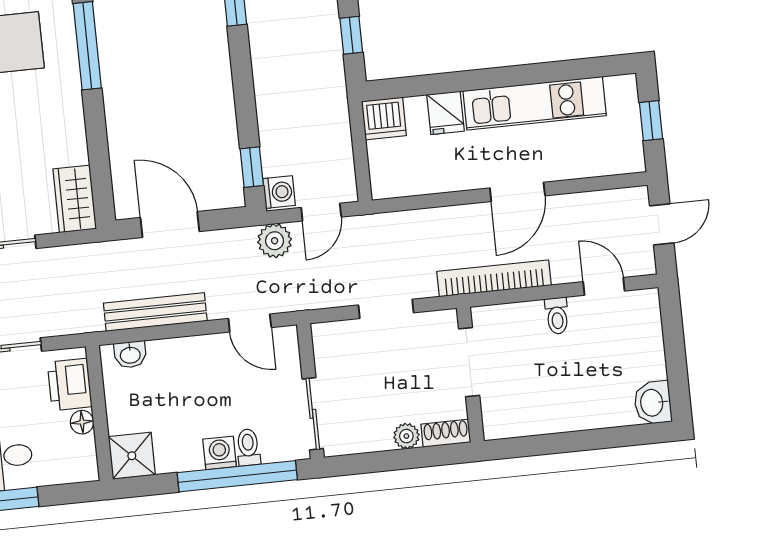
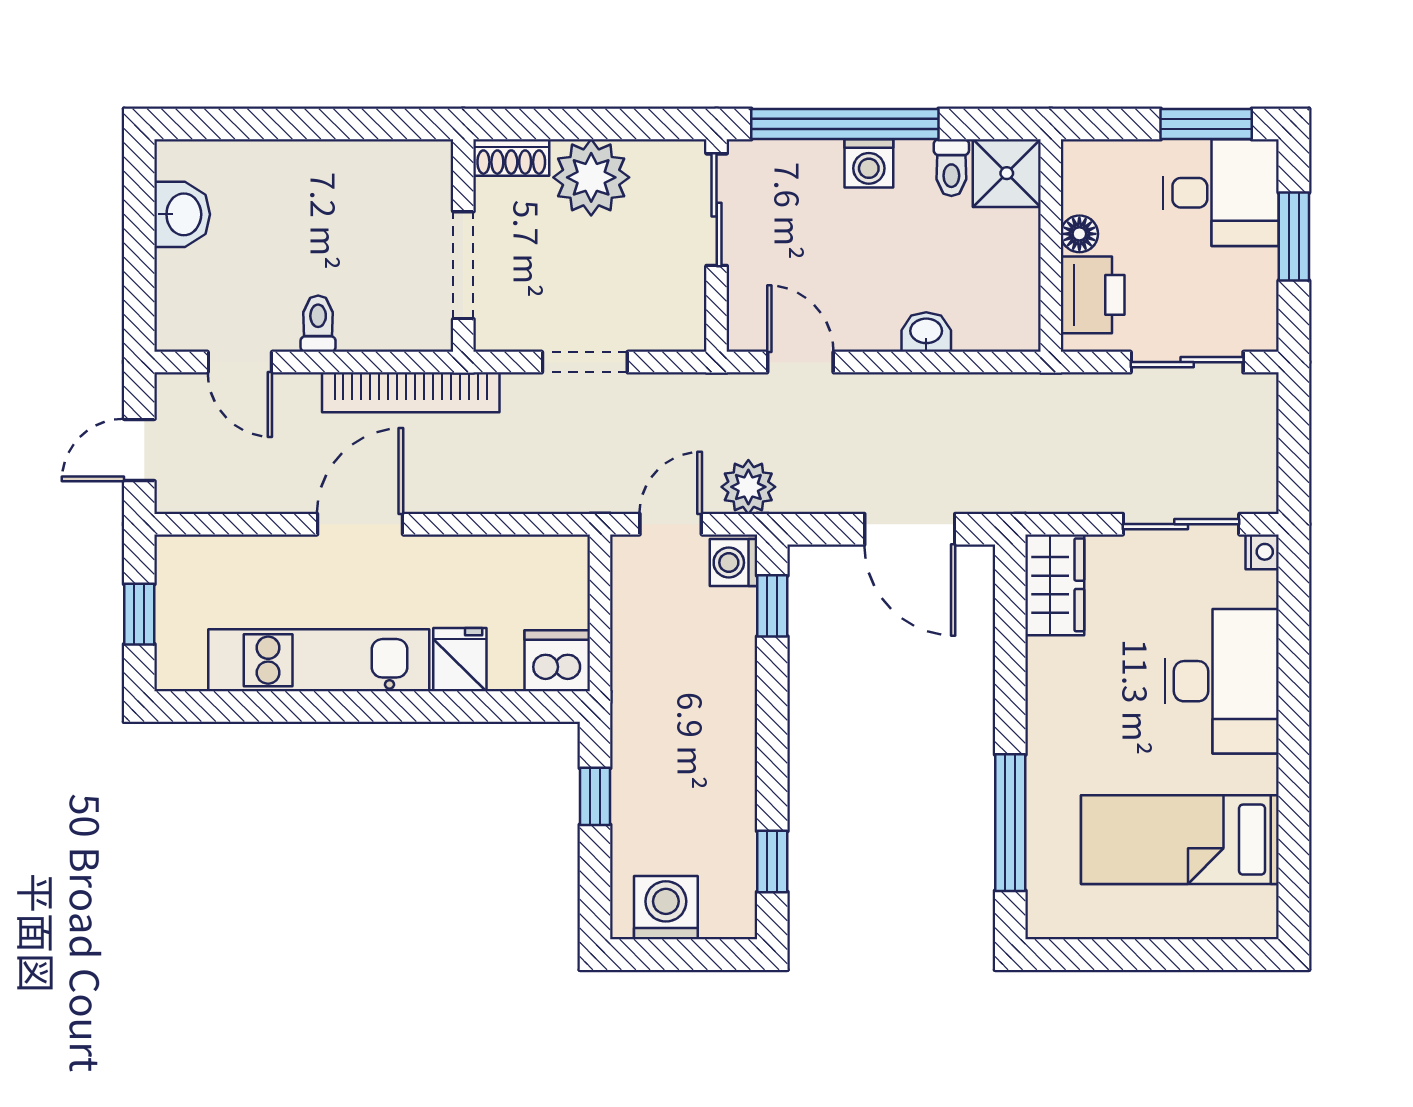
bench: (155, 312) -> (947, 395), removed
washbasin: (130, 355) -> (926, 332), moved
washbasin: (653, 403) -> (182, 214), moved
plant: (406, 436) -> (591, 177), width x1.87, depth x1.87
toilet: (248, 447) -> (951, 168), moved

